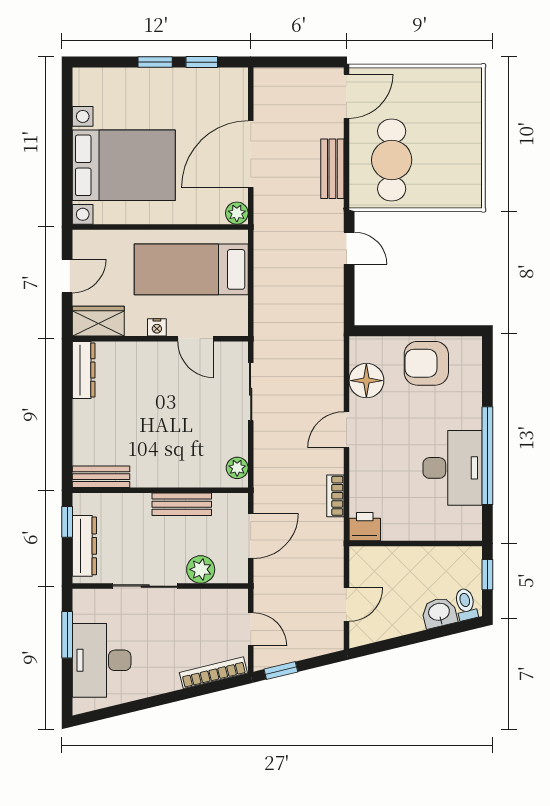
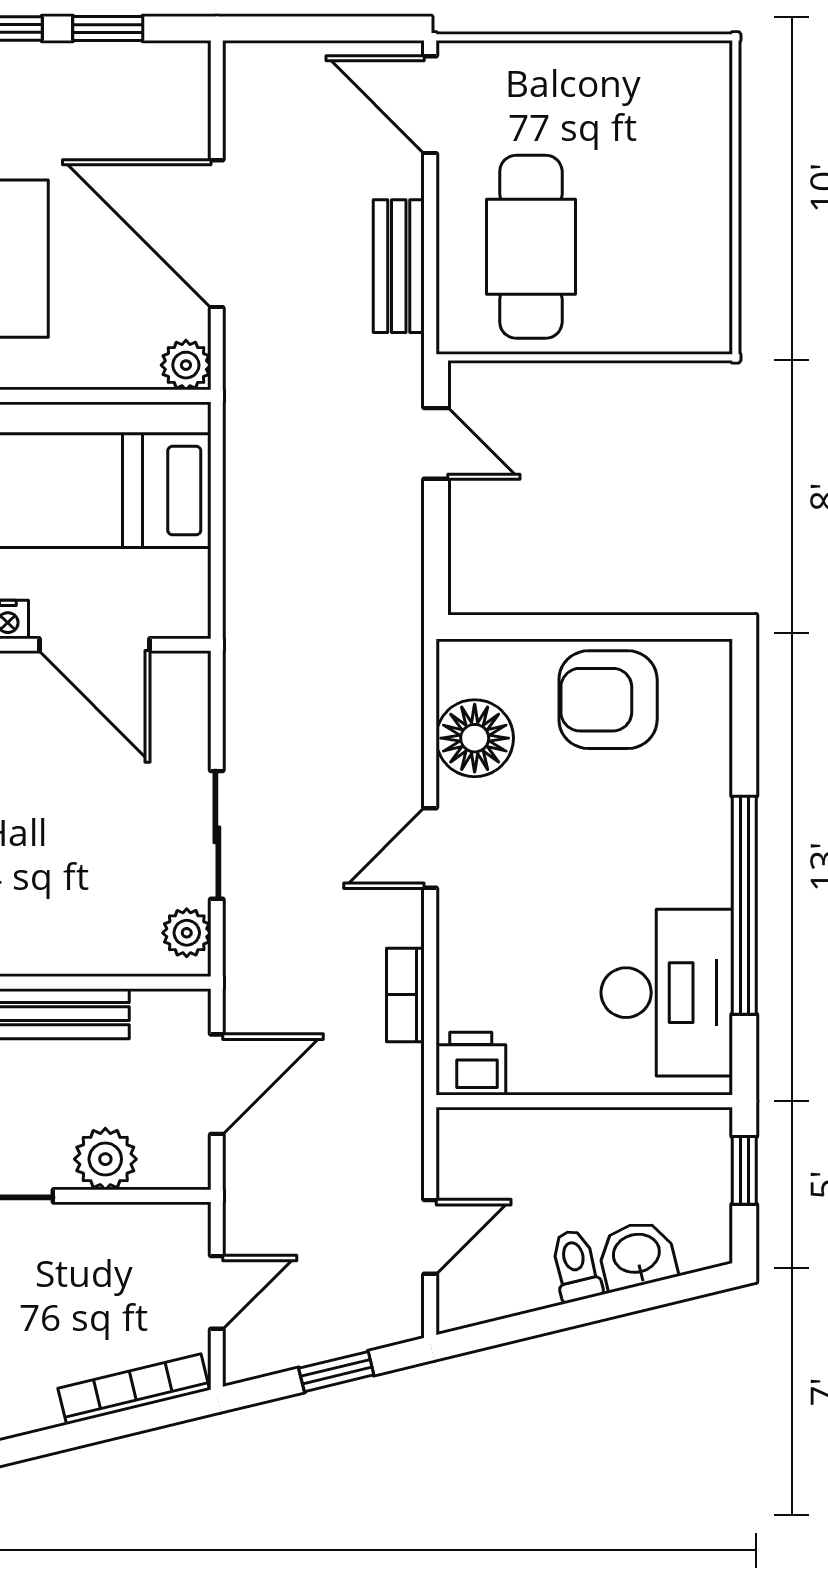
door: (346, 96) -> (430, 105), swing flipped
door: (251, 154) -> (217, 234), hinge flipped
door: (196, 339) -> (94, 645), width x1.38
sliding door: (251, 392) -> (217, 835), moved
desk: (453, 468) -> (667, 993), moved
toilet: (466, 604) -> (576, 1266), moved
door: (251, 629) -> (217, 1292), hinge flipped
window: (281, 671) -> (336, 1372), moved

